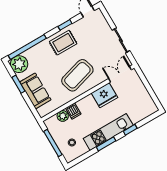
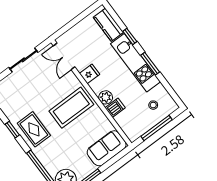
coffee table: (77, 75) -> (71, 108), turned -74
sofa: (35, 91) -> (107, 148), moved
fridge: (104, 95) -> (90, 74), width x0.53, depth x0.75
kitchen counter: (142, 113) -> (108, 25), added
plant: (63, 116) -> (106, 97), moved

